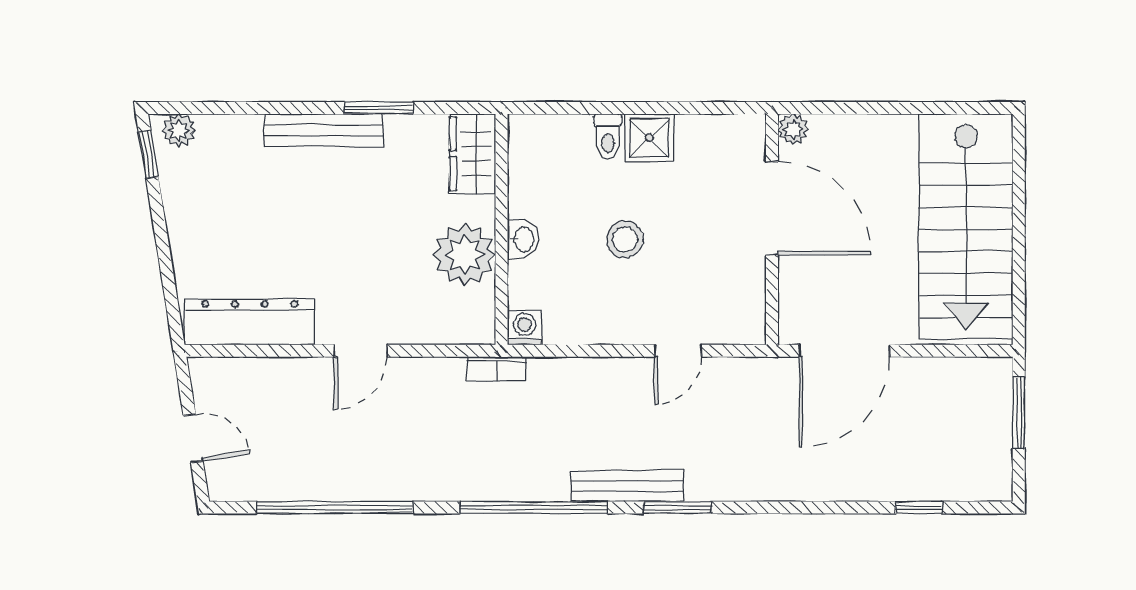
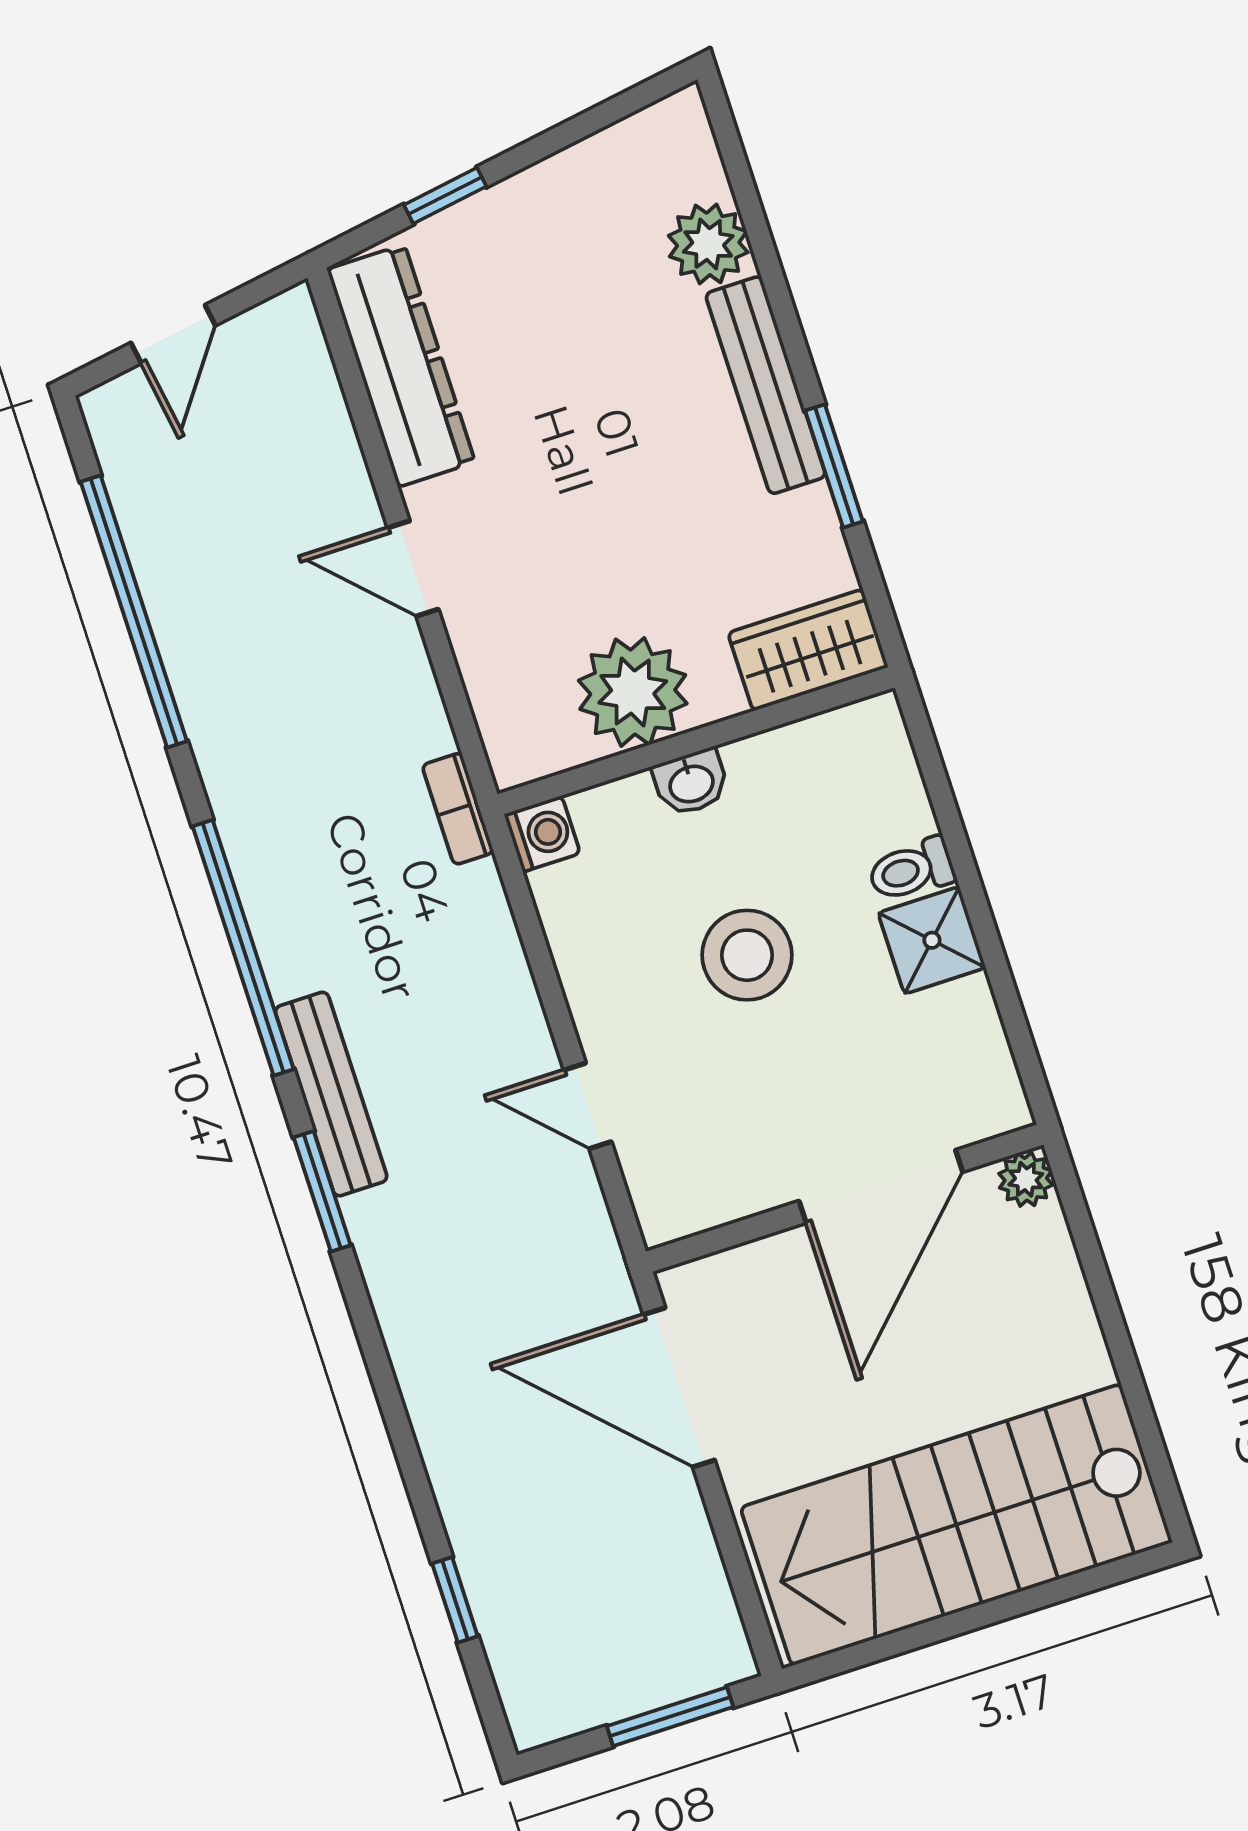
plant: (179, 130) -> (708, 244), moved, width x1.38, depth x1.38
window: (148, 154) -> (445, 196), moved
stool: (625, 239) -> (747, 955), width x1.38, depth x1.38

